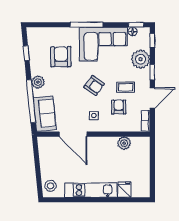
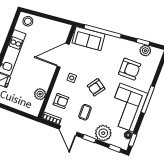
plant: (38, 82) -> (145, 51), moved
armchair: (119, 107) -> (61, 101), moved

